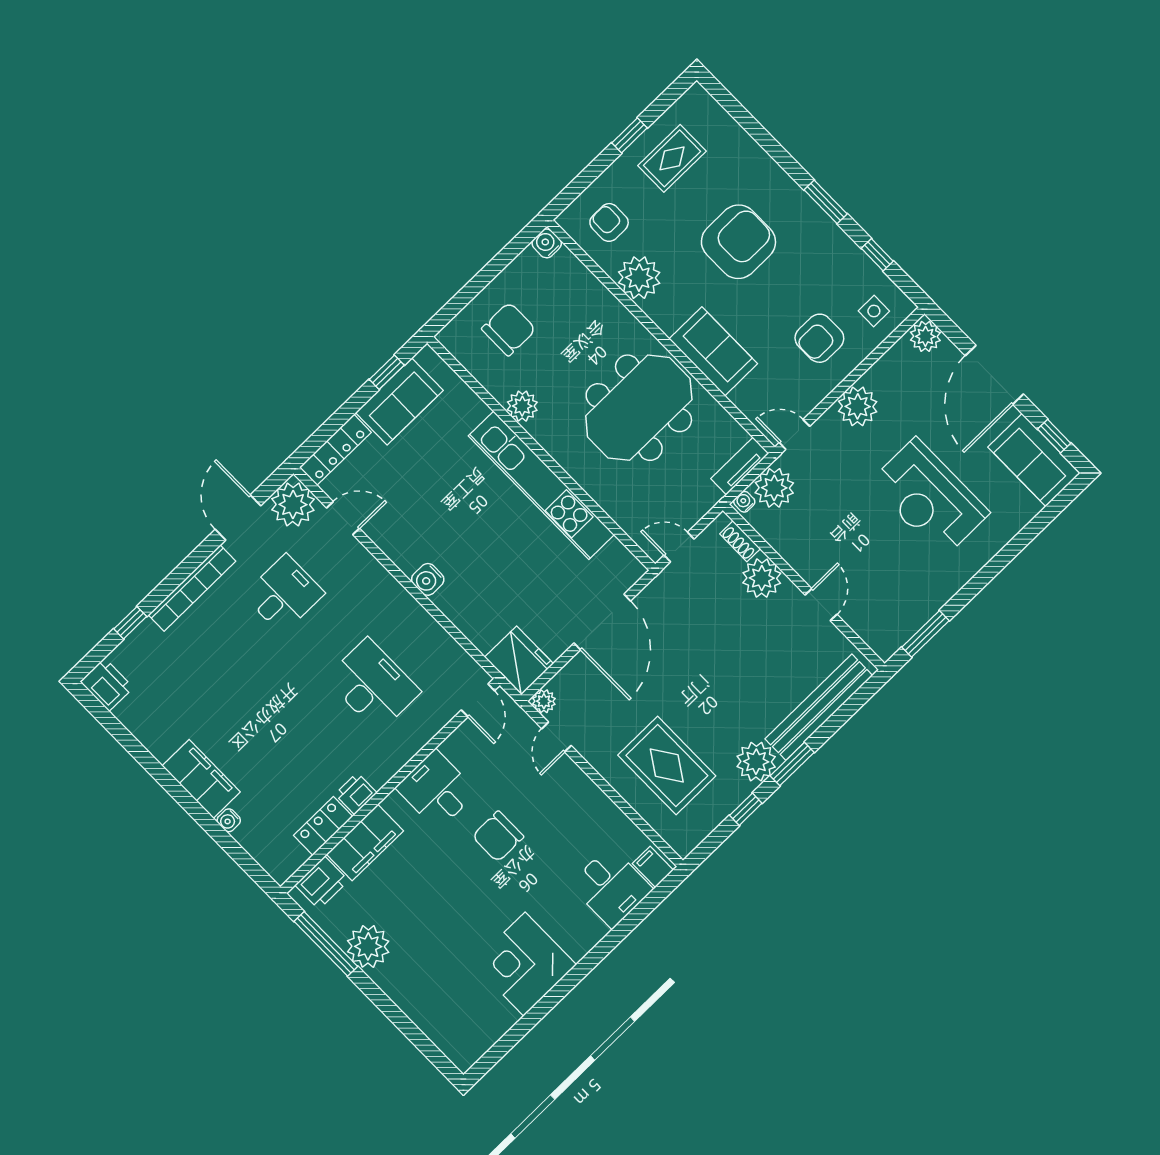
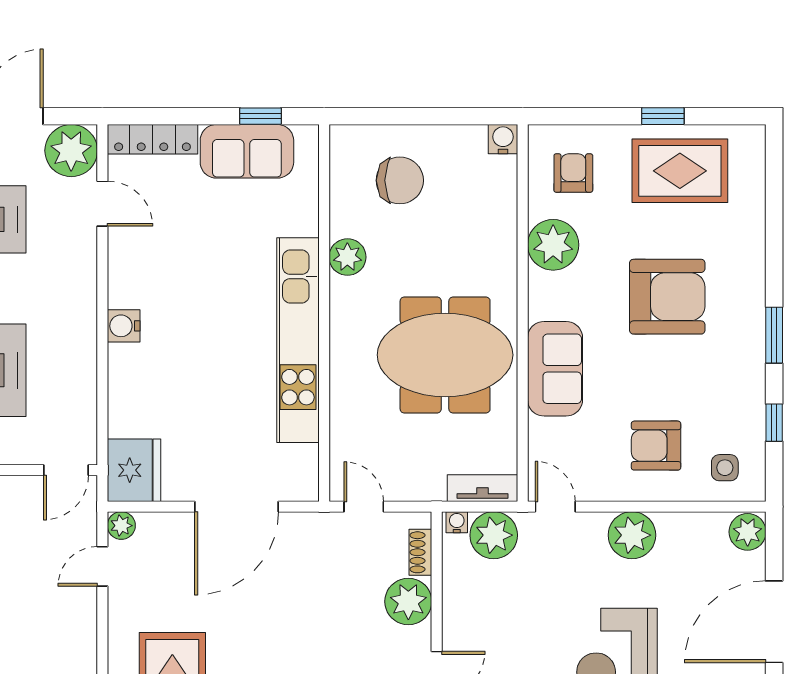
rug: (672, 158) -> (680, 171), width x1.36, depth x1.43

